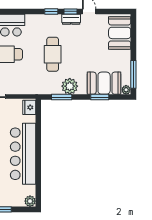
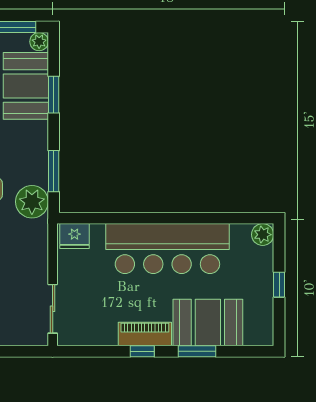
plant: (70, 86) -> (32, 202), moved

